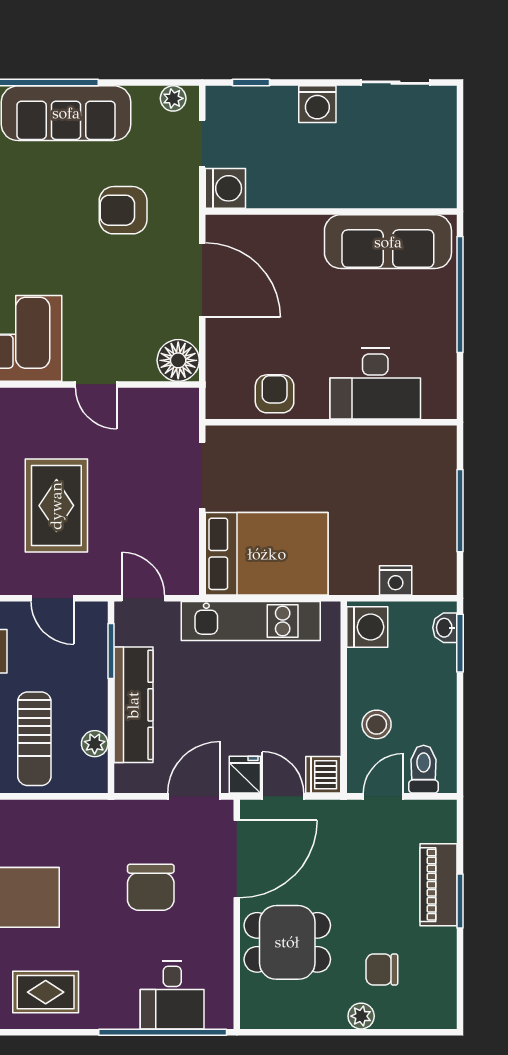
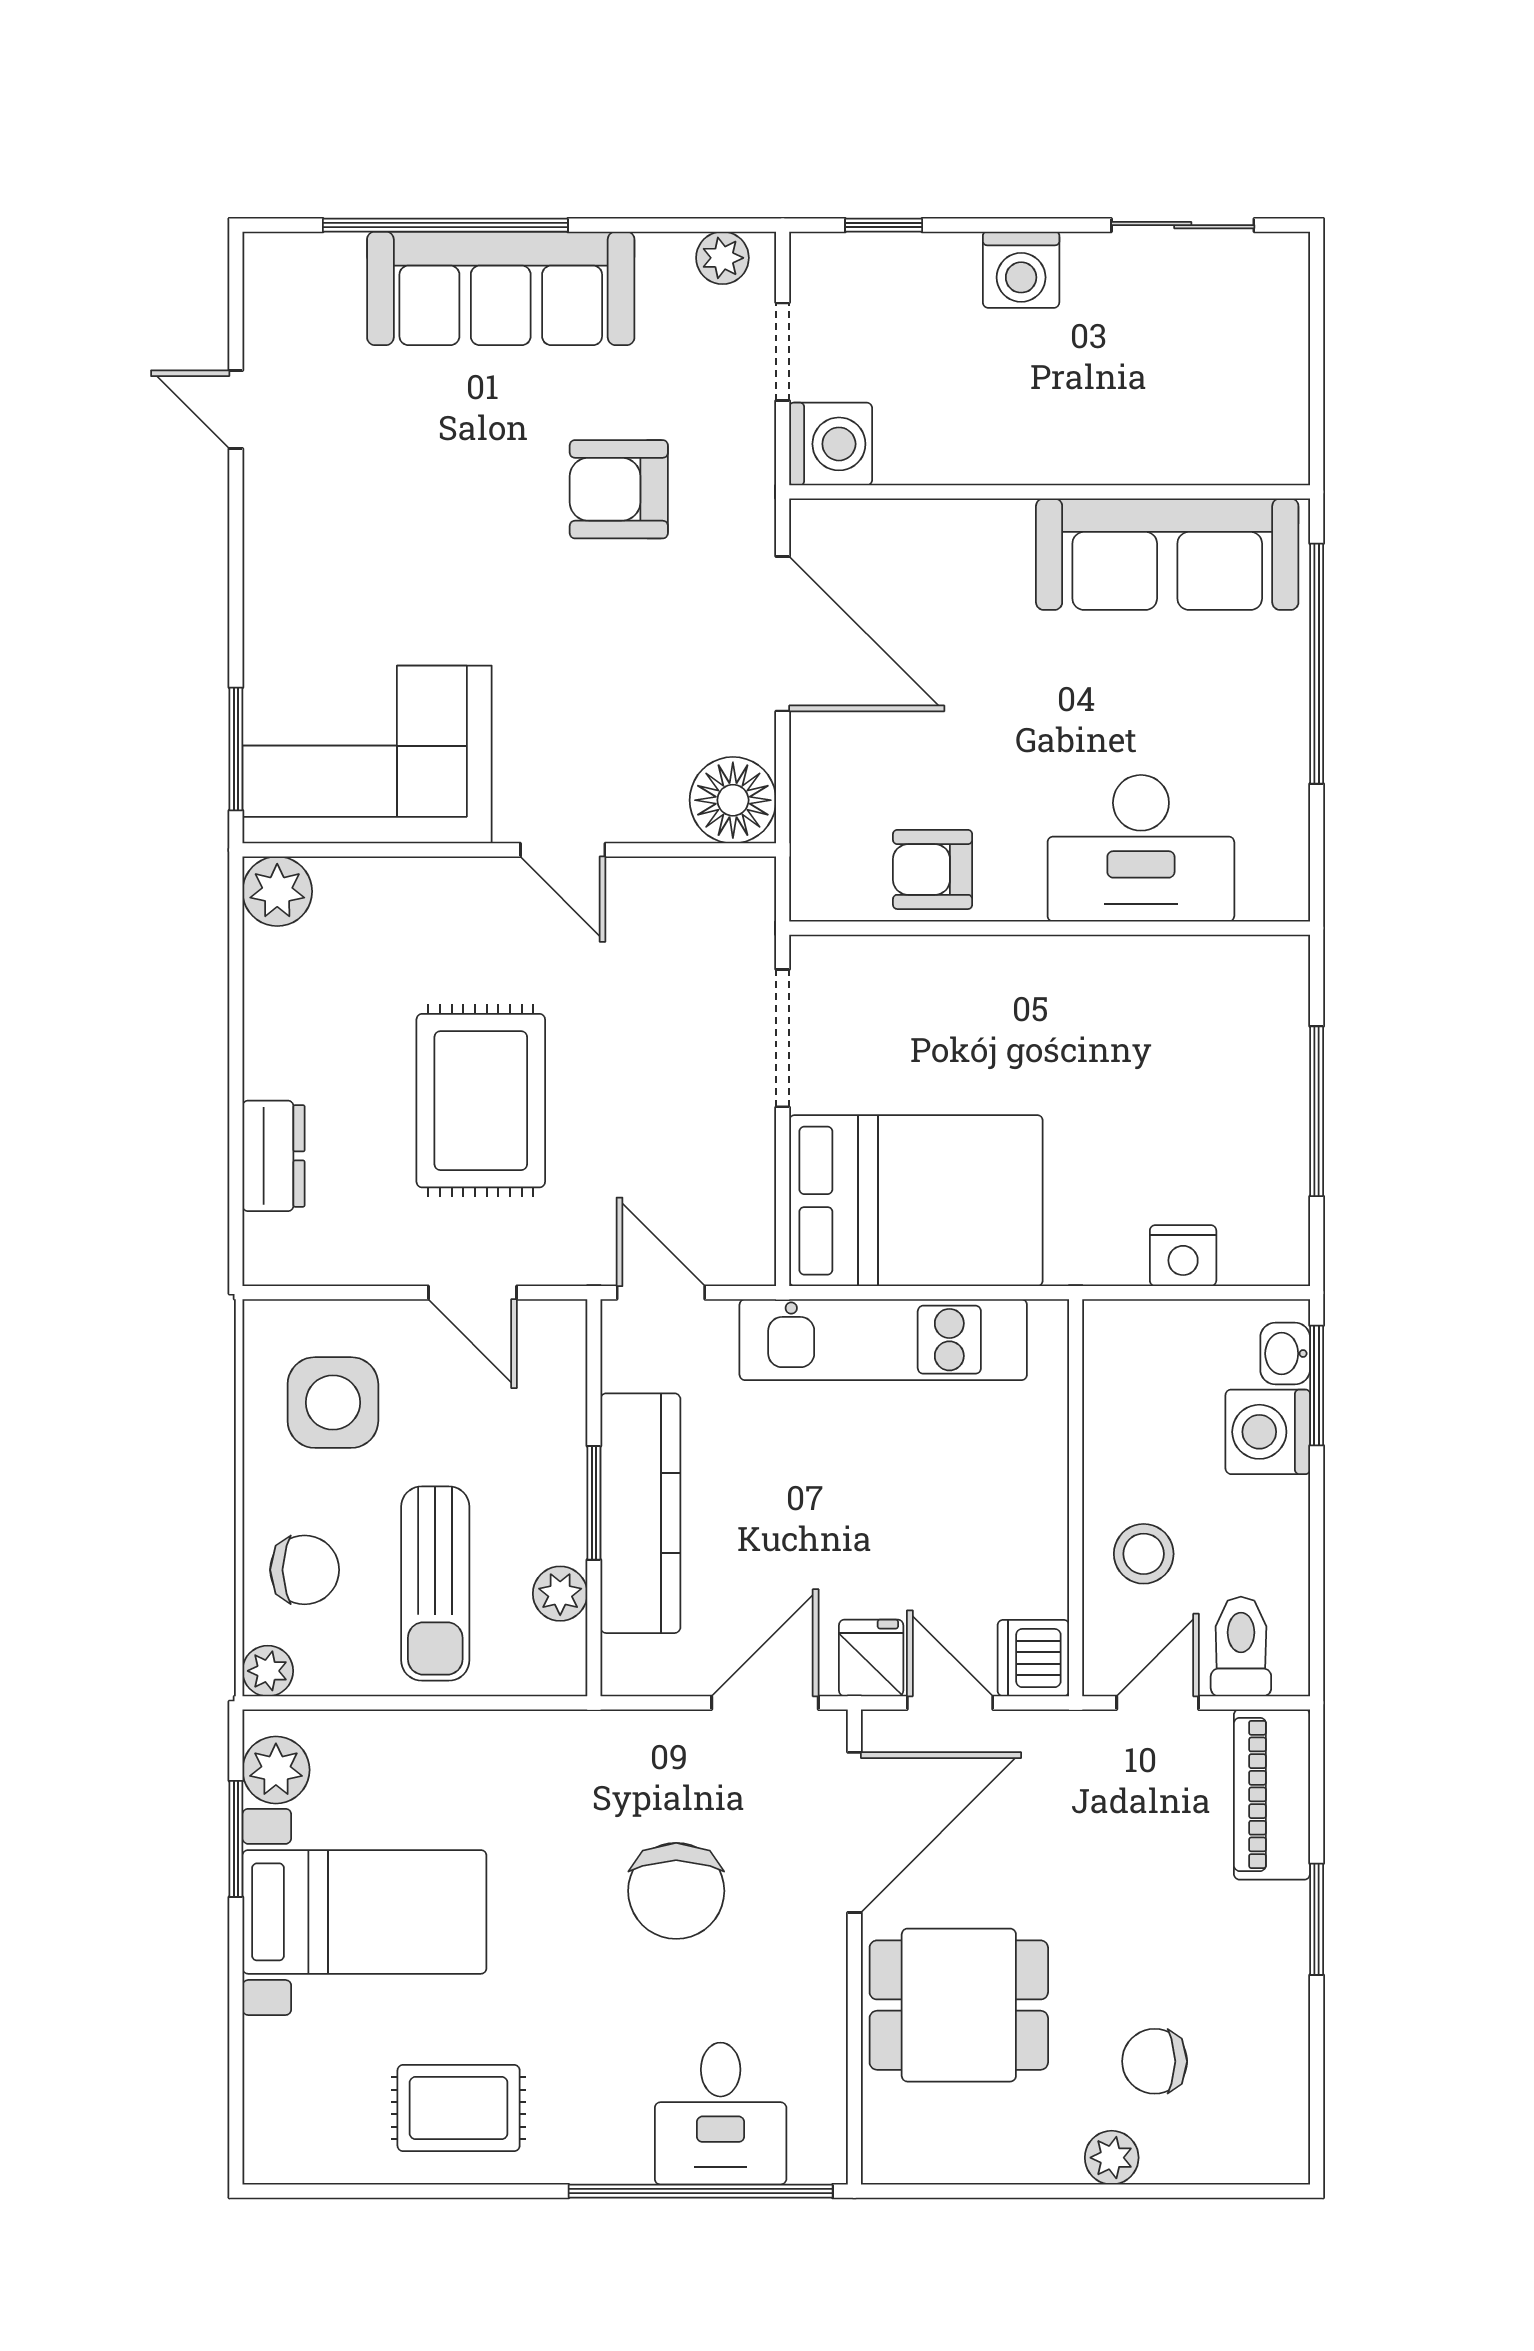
armchair: (275, 394) -> (933, 869), turned -90
washing machine: (367, 627) -> (1268, 1432), moved, turned 180
window: (111, 651) -> (594, 1503), moved
piano: (439, 885) -> (1272, 1794), moved

